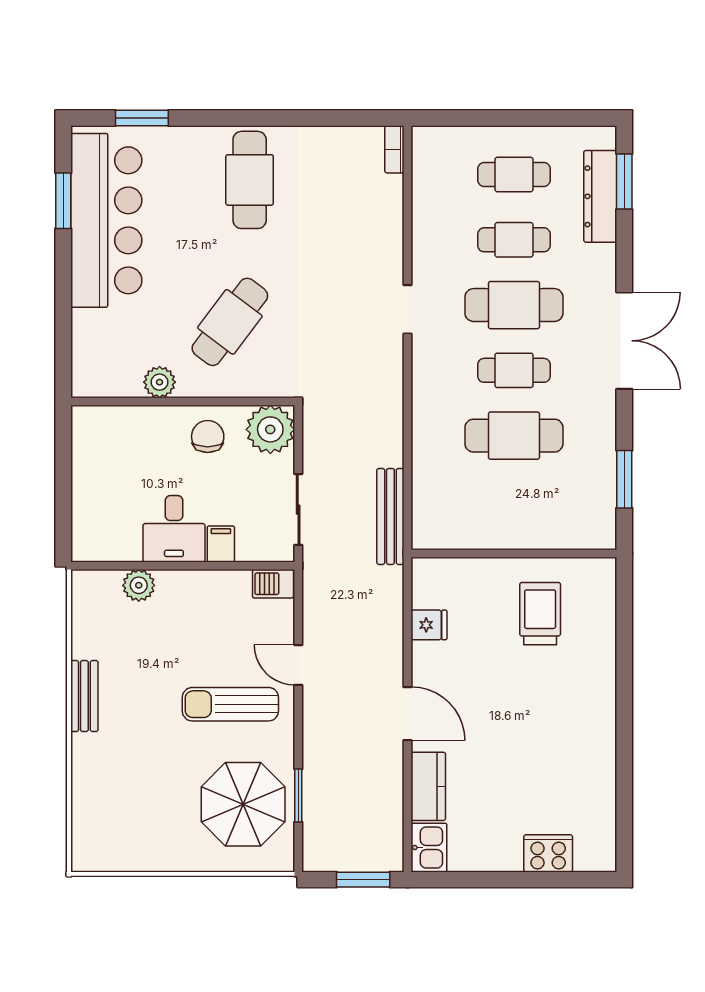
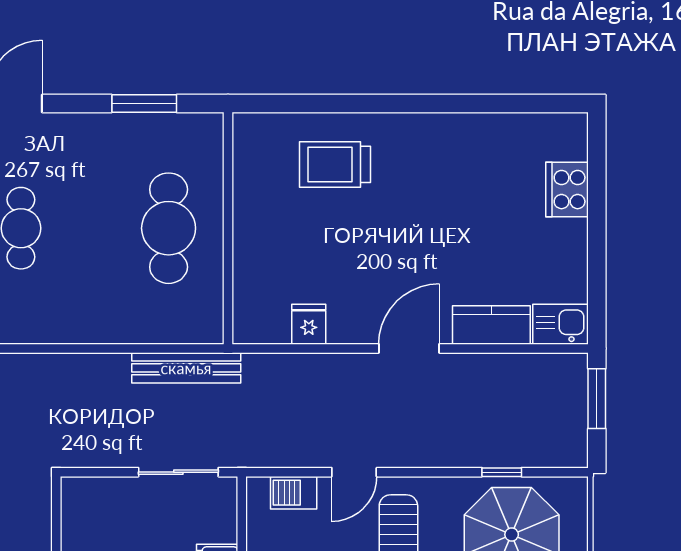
plant: (270, 429) -> (88, 504), removed
cafe table: (514, 436) -> (169, 228), moved
barbecue: (273, 584) -> (294, 493), moved, turned 90
trolley: (540, 614) -> (335, 164), moved
window: (298, 796) -> (502, 472), width x0.67

